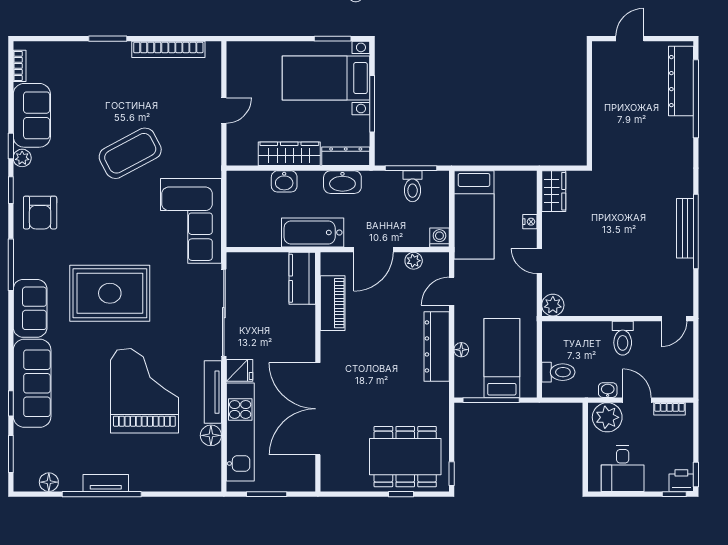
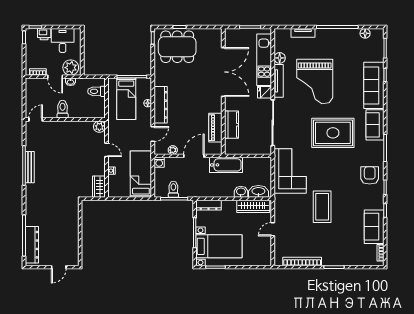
coffee table: (130, 153) -> (322, 207), turned -62
wardrobe: (289, 154) -> (253, 206), moved
plant: (22, 158) -> (379, 204), removed
washbasin: (342, 182) -> (258, 191), moved
kitchen counter: (302, 278) -> (231, 125), moved
printer: (681, 481) -> (44, 34), moved
tv unit: (106, 483) -> (303, 33), moved

